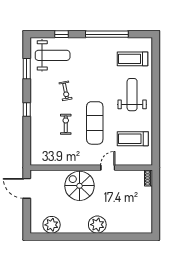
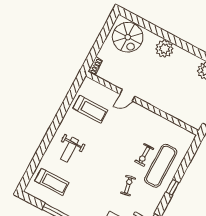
weight bench: (132, 95) -> (70, 150), width x0.73, depth x0.75
exercise mat: (95, 123) -> (161, 166), moved
spiral stairs: (79, 186) -> (128, 37), moved

